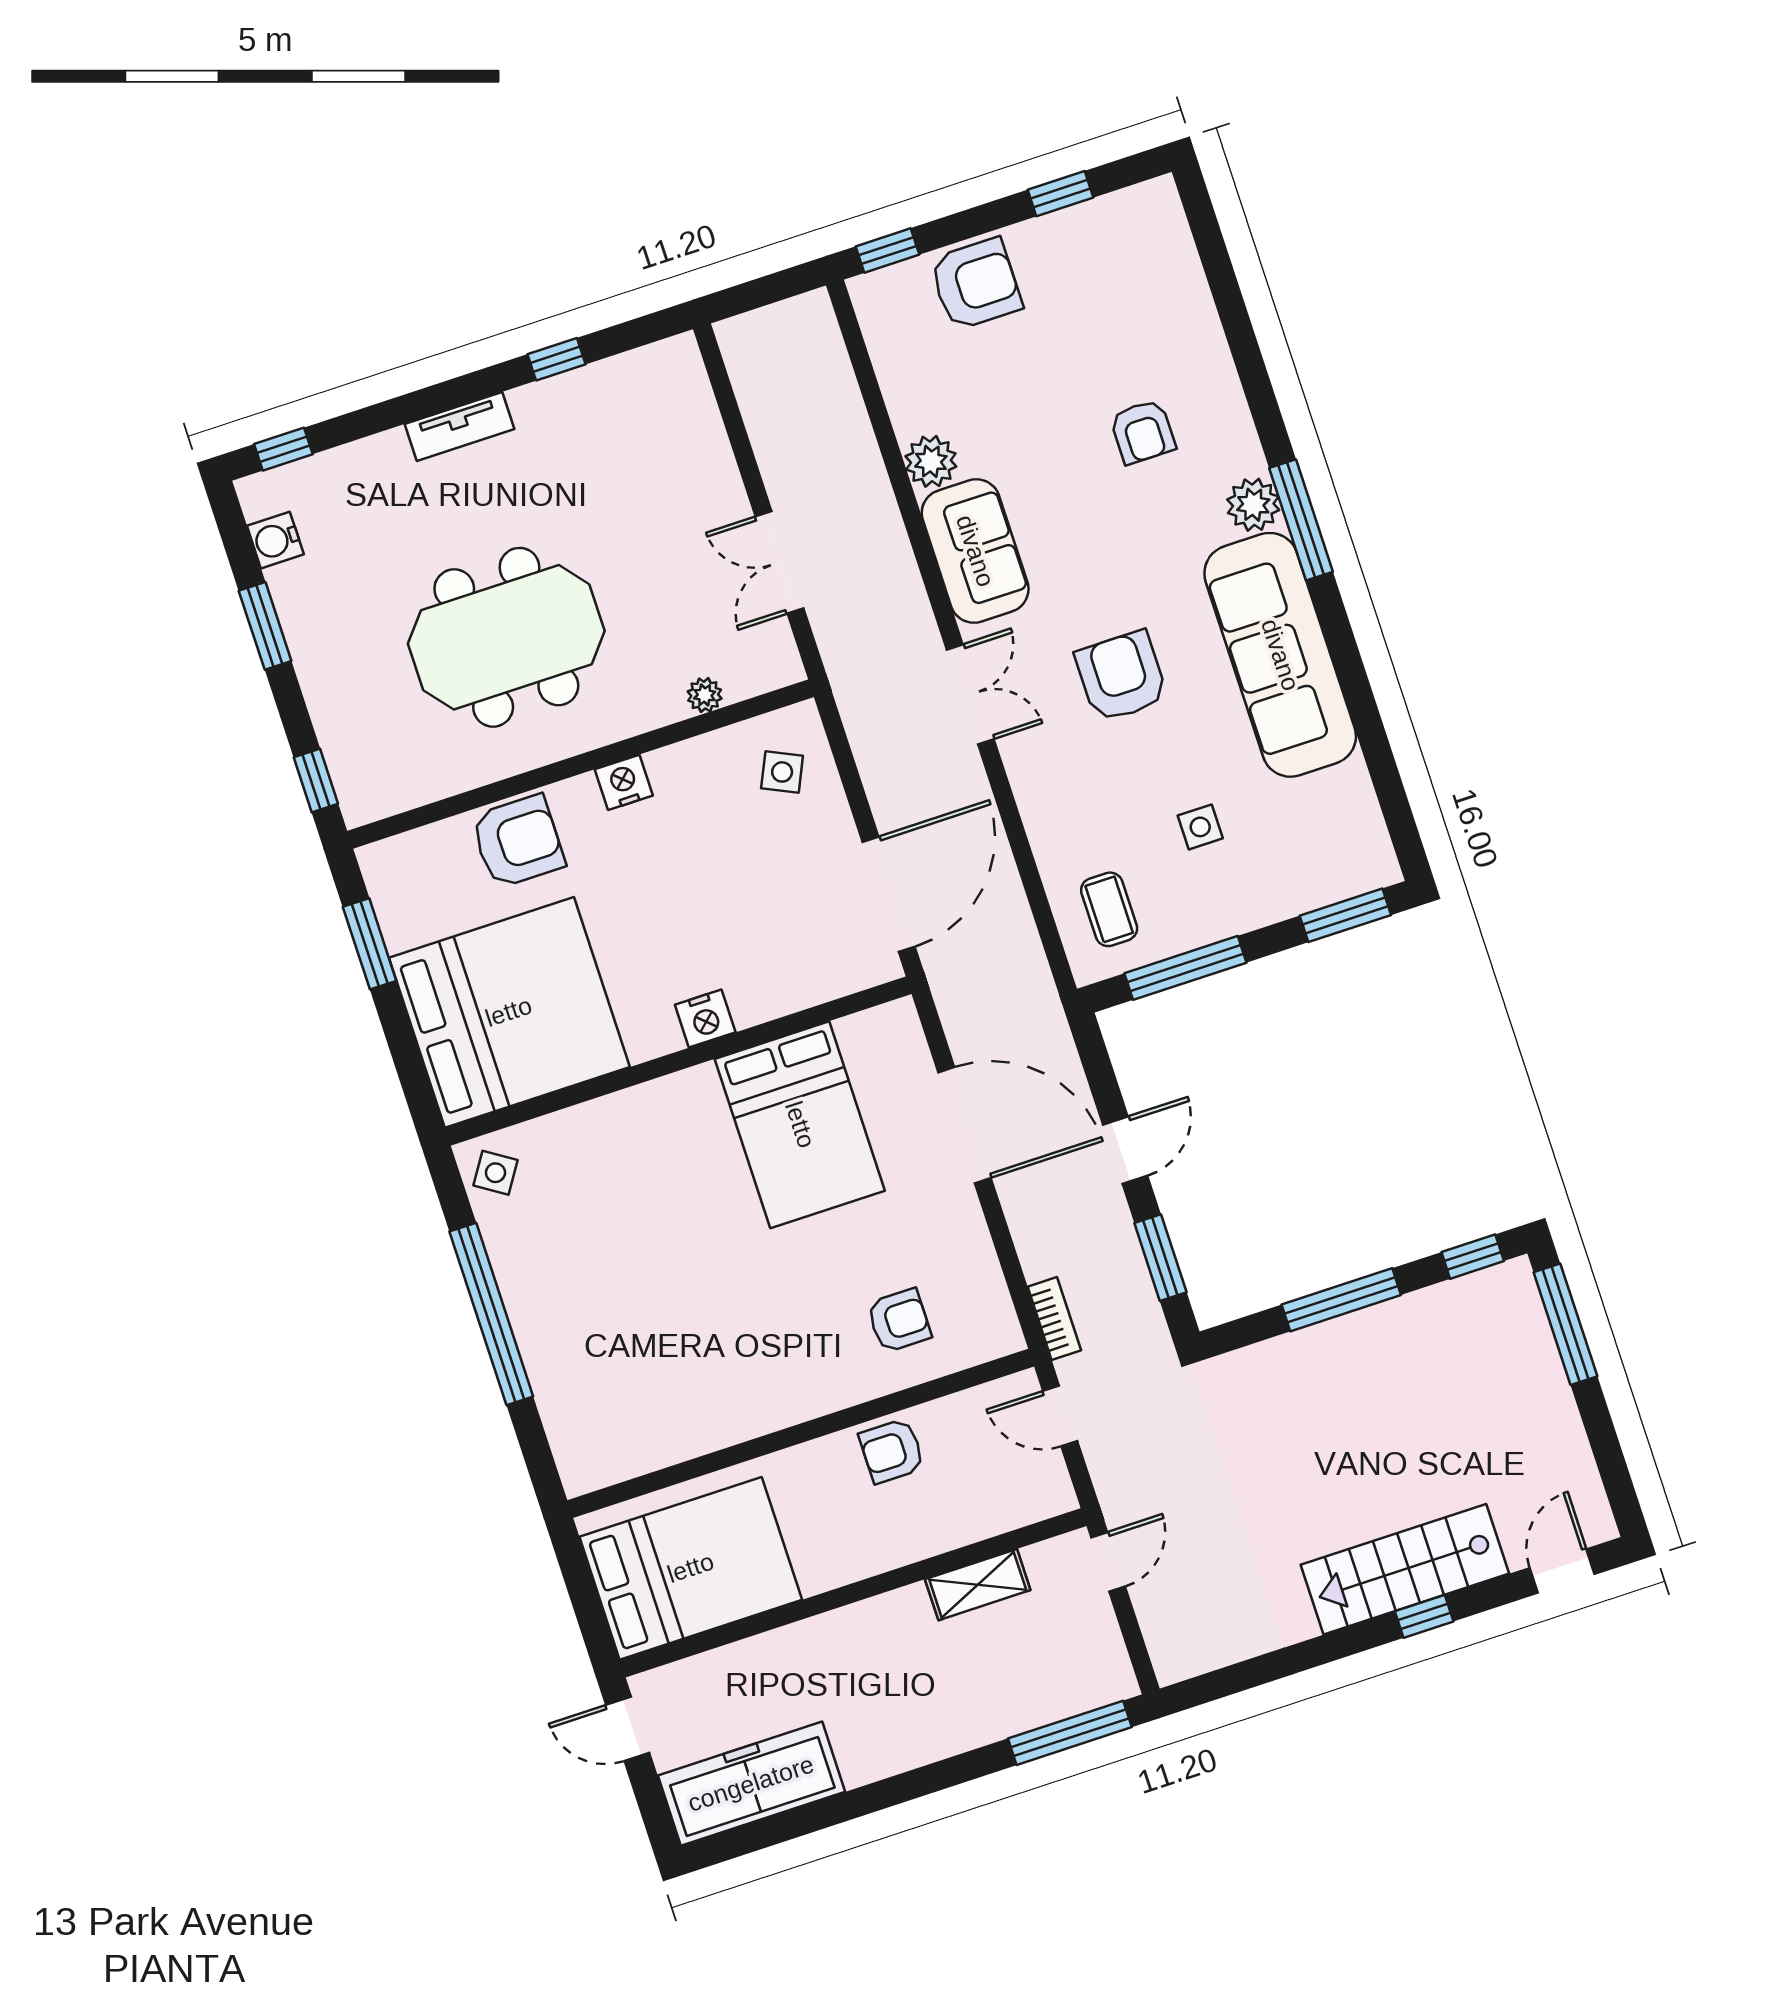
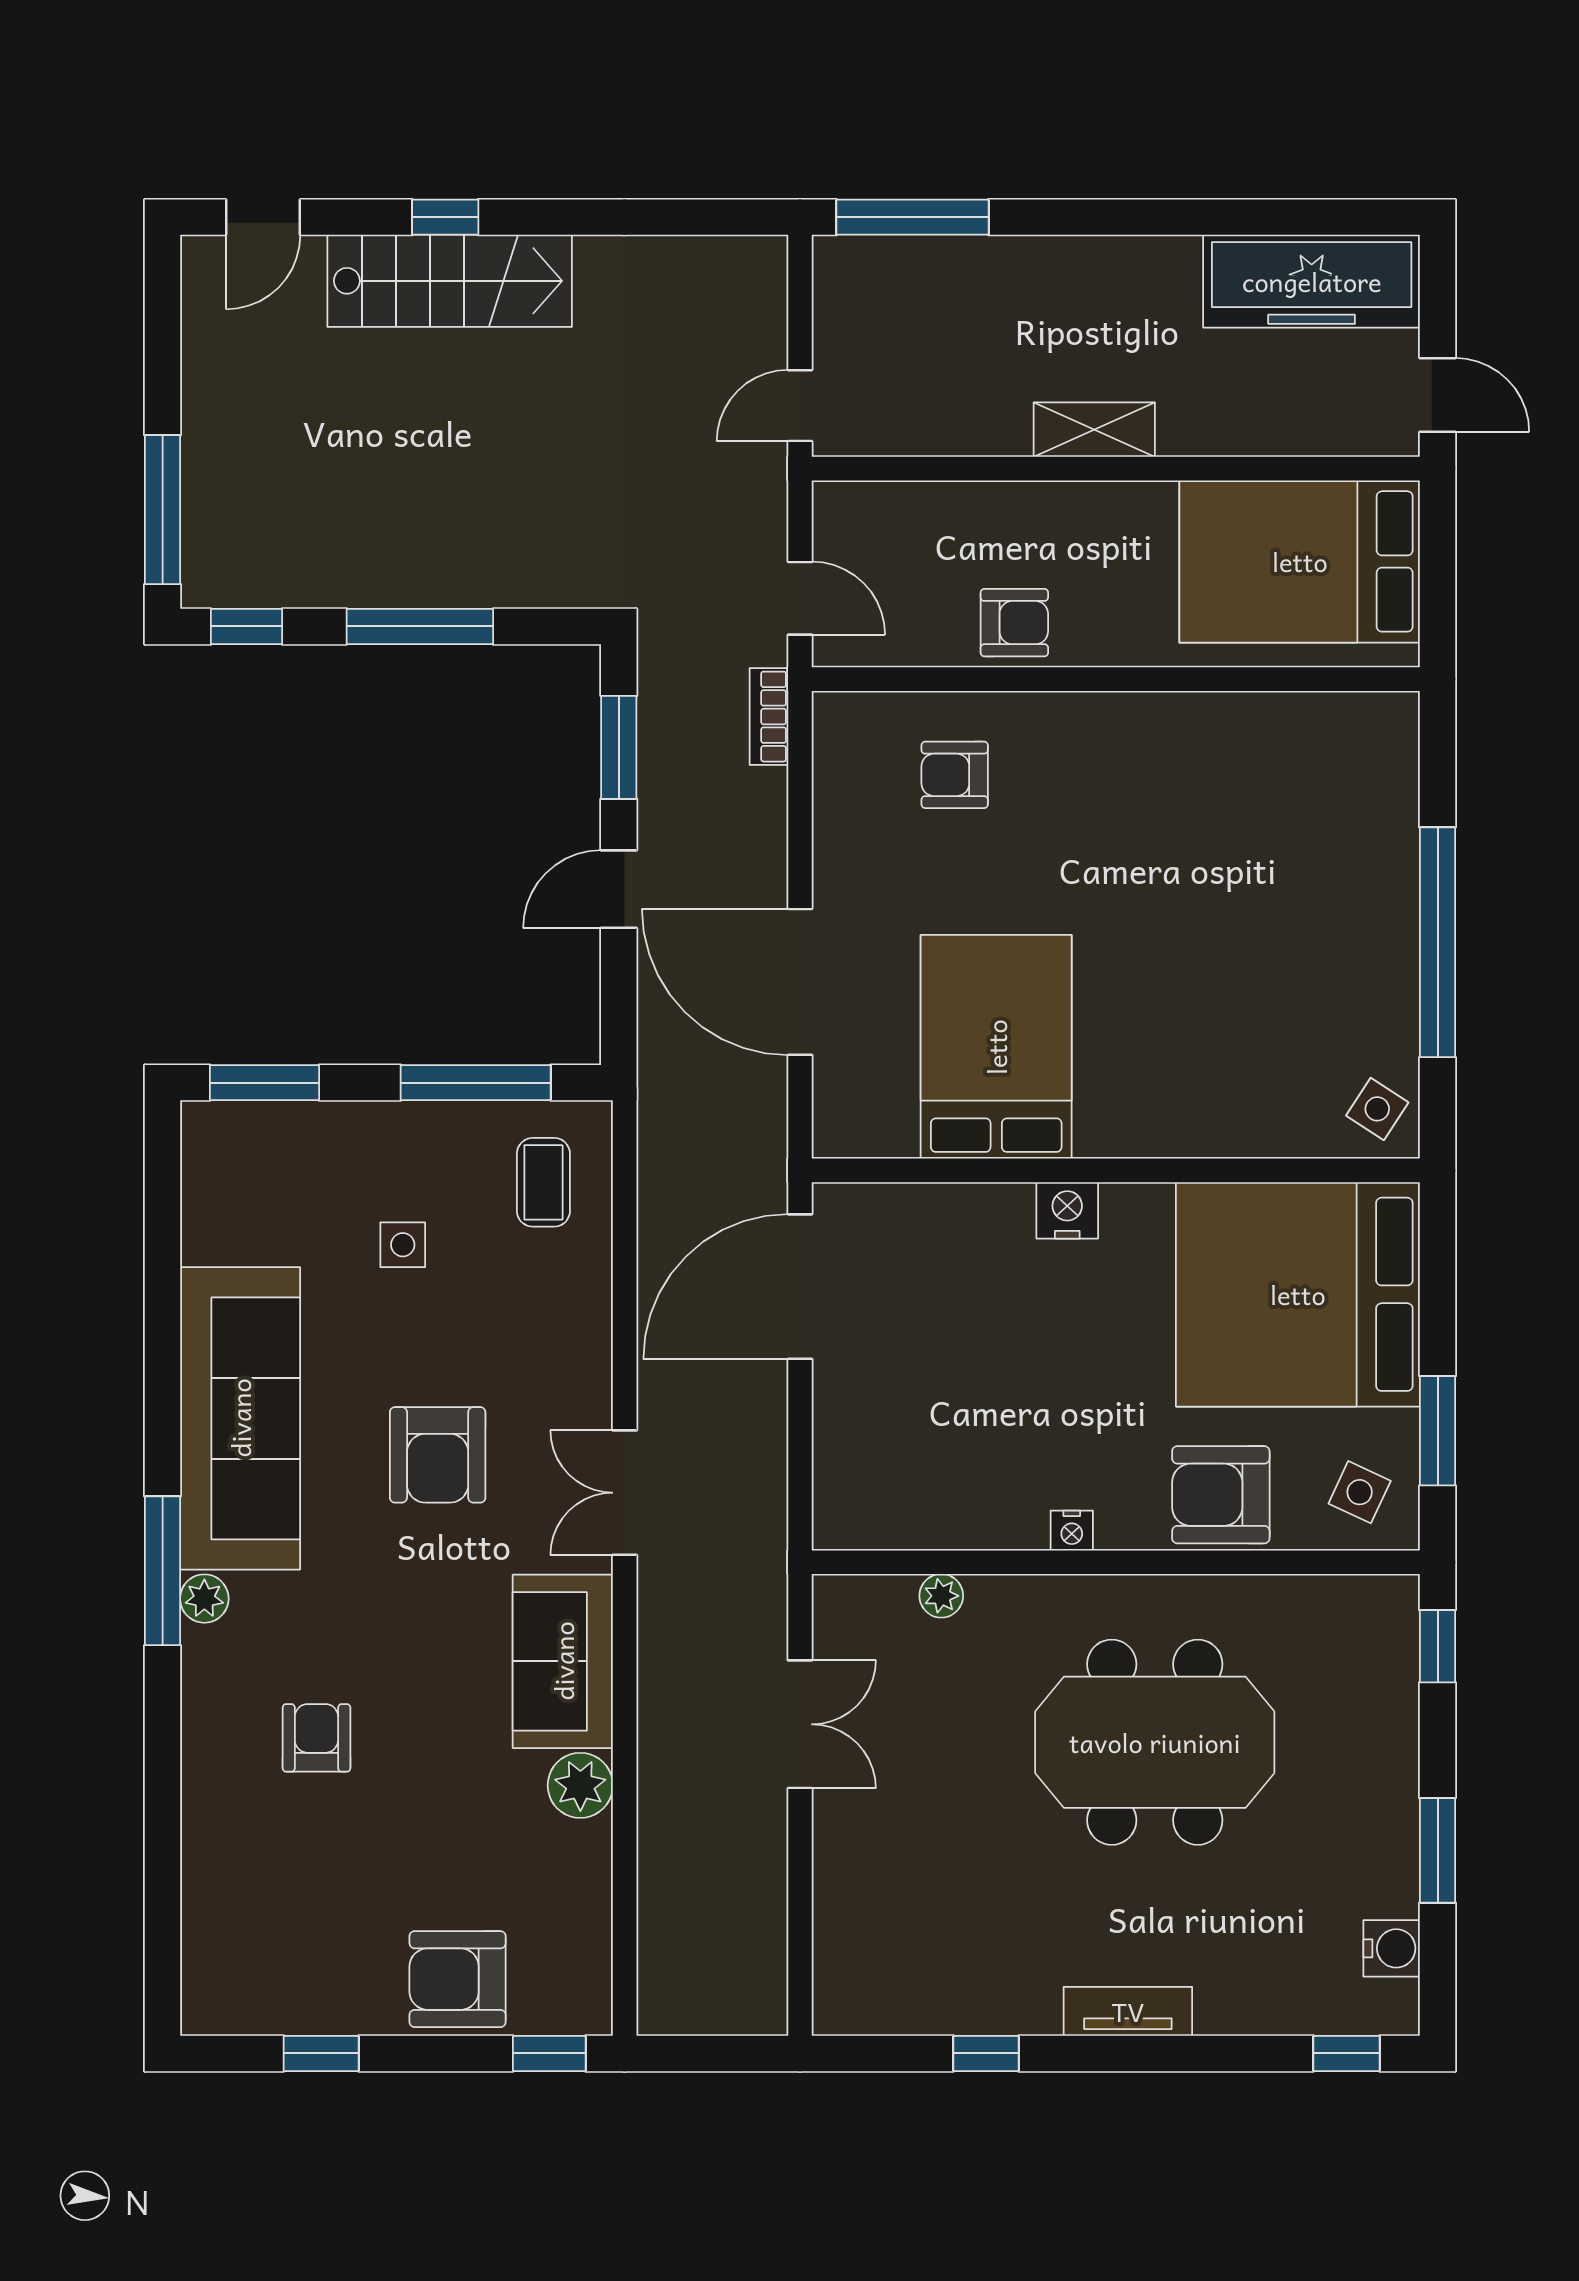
plant: (1253, 505) -> (204, 1599), width x0.73, depth x0.73
side table: (782, 772) -> (1360, 1492), moved
nightstand: (624, 782) -> (1072, 1531), width x0.72, depth x0.74
shelving: (978, 1585) -> (1094, 430), moved

